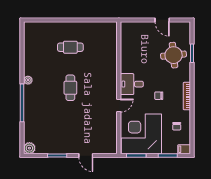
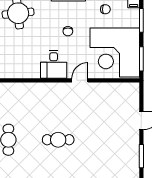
door: (119, 106) -> (80, 80), hinge flipped

